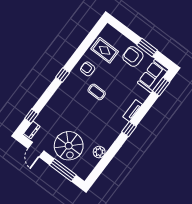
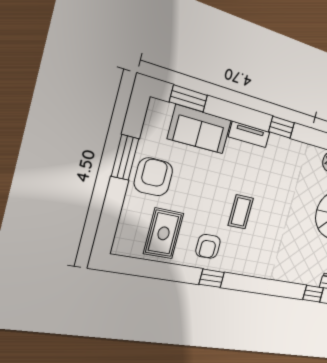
armchair: (133, 56) -> (153, 177), turned 180
window: (63, 75) -> (212, 278), moved
sofa: (153, 76) -> (200, 129), moved

